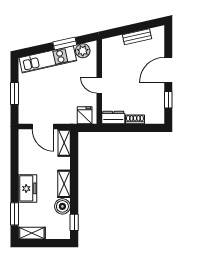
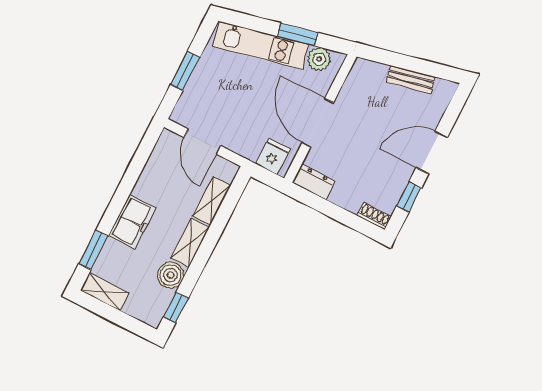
door: (99, 85) -> (318, 123), width x1.87
shoe rack: (135, 119) -> (374, 216), moved
shelving: (64, 143) -> (212, 201), moved

